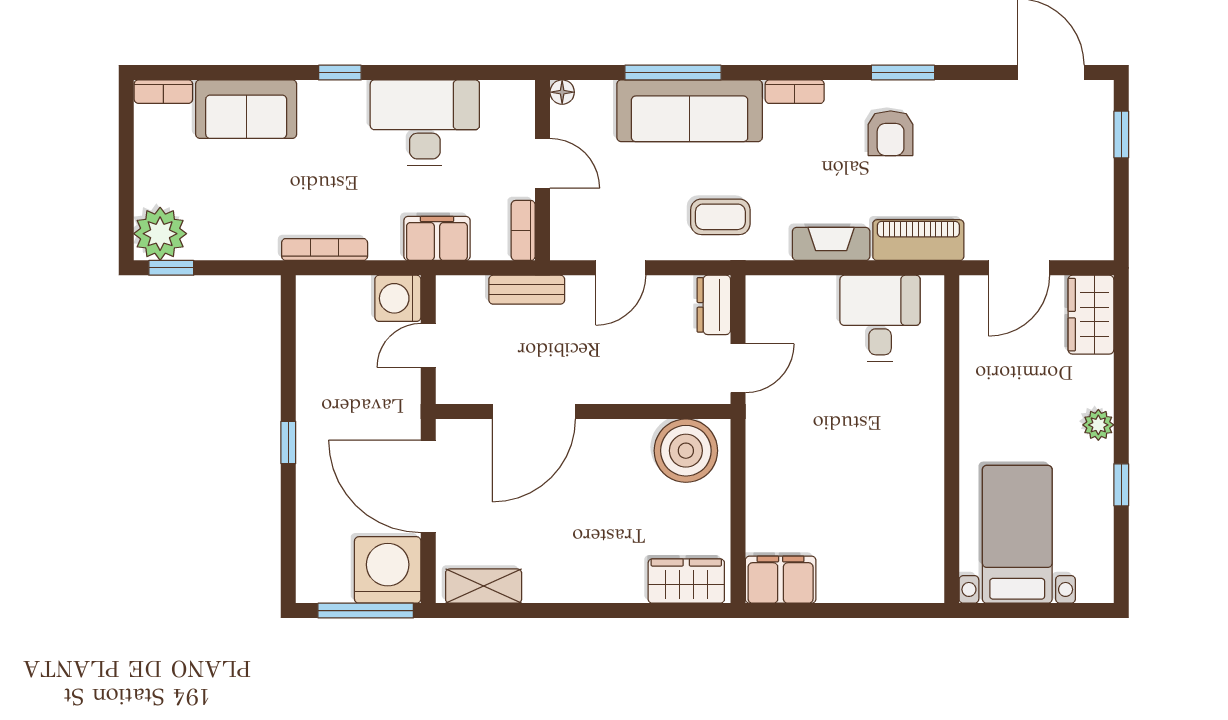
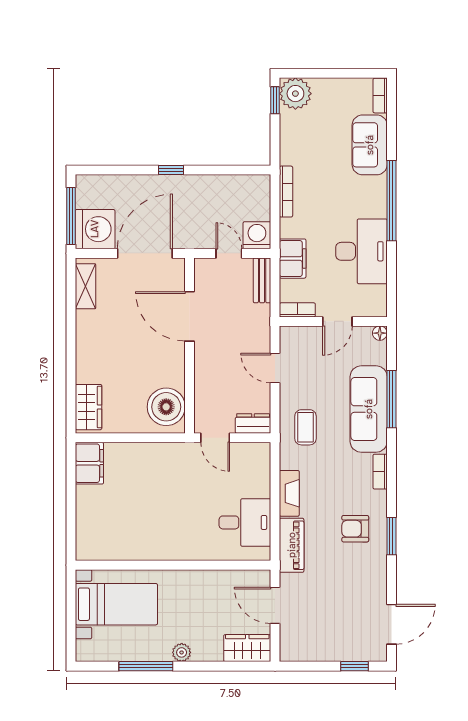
window: (340, 73) -> (391, 201), width x3.17
bench: (527, 290) -> (262, 280), moved
window: (1121, 485) -> (146, 666), width x2.17

